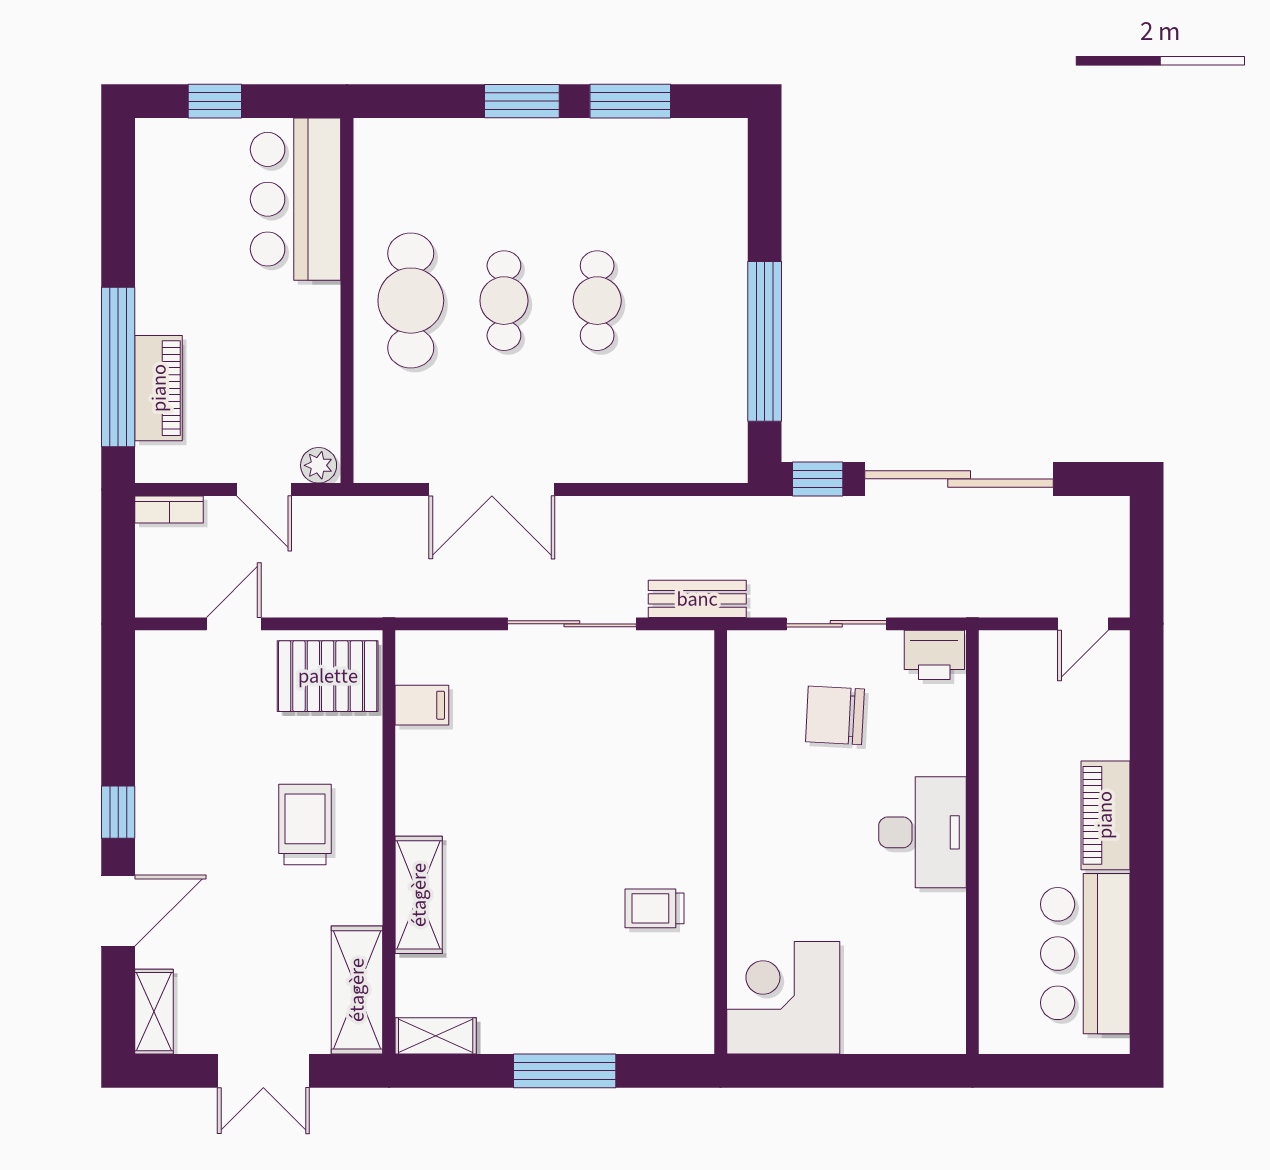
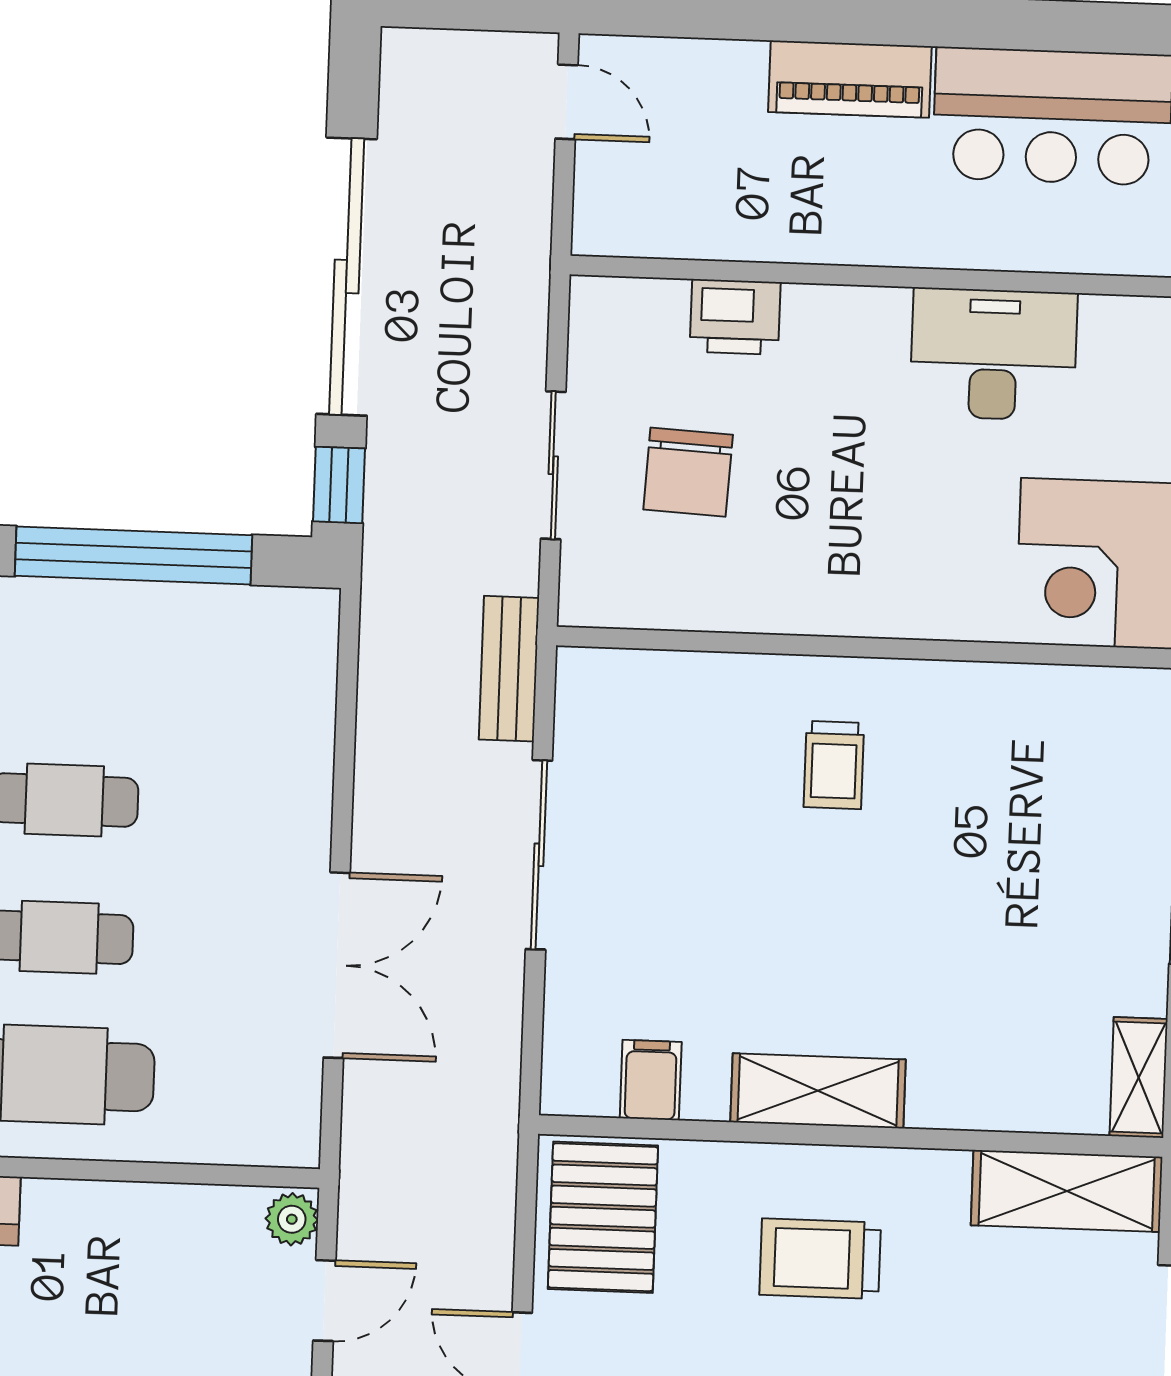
printer: (934, 655) -> (735, 317), moved, turned 90
desk: (922, 832) -> (994, 354), moved
shelving: (419, 895) -> (818, 1091), moved
trolley: (654, 908) -> (834, 765), moved

